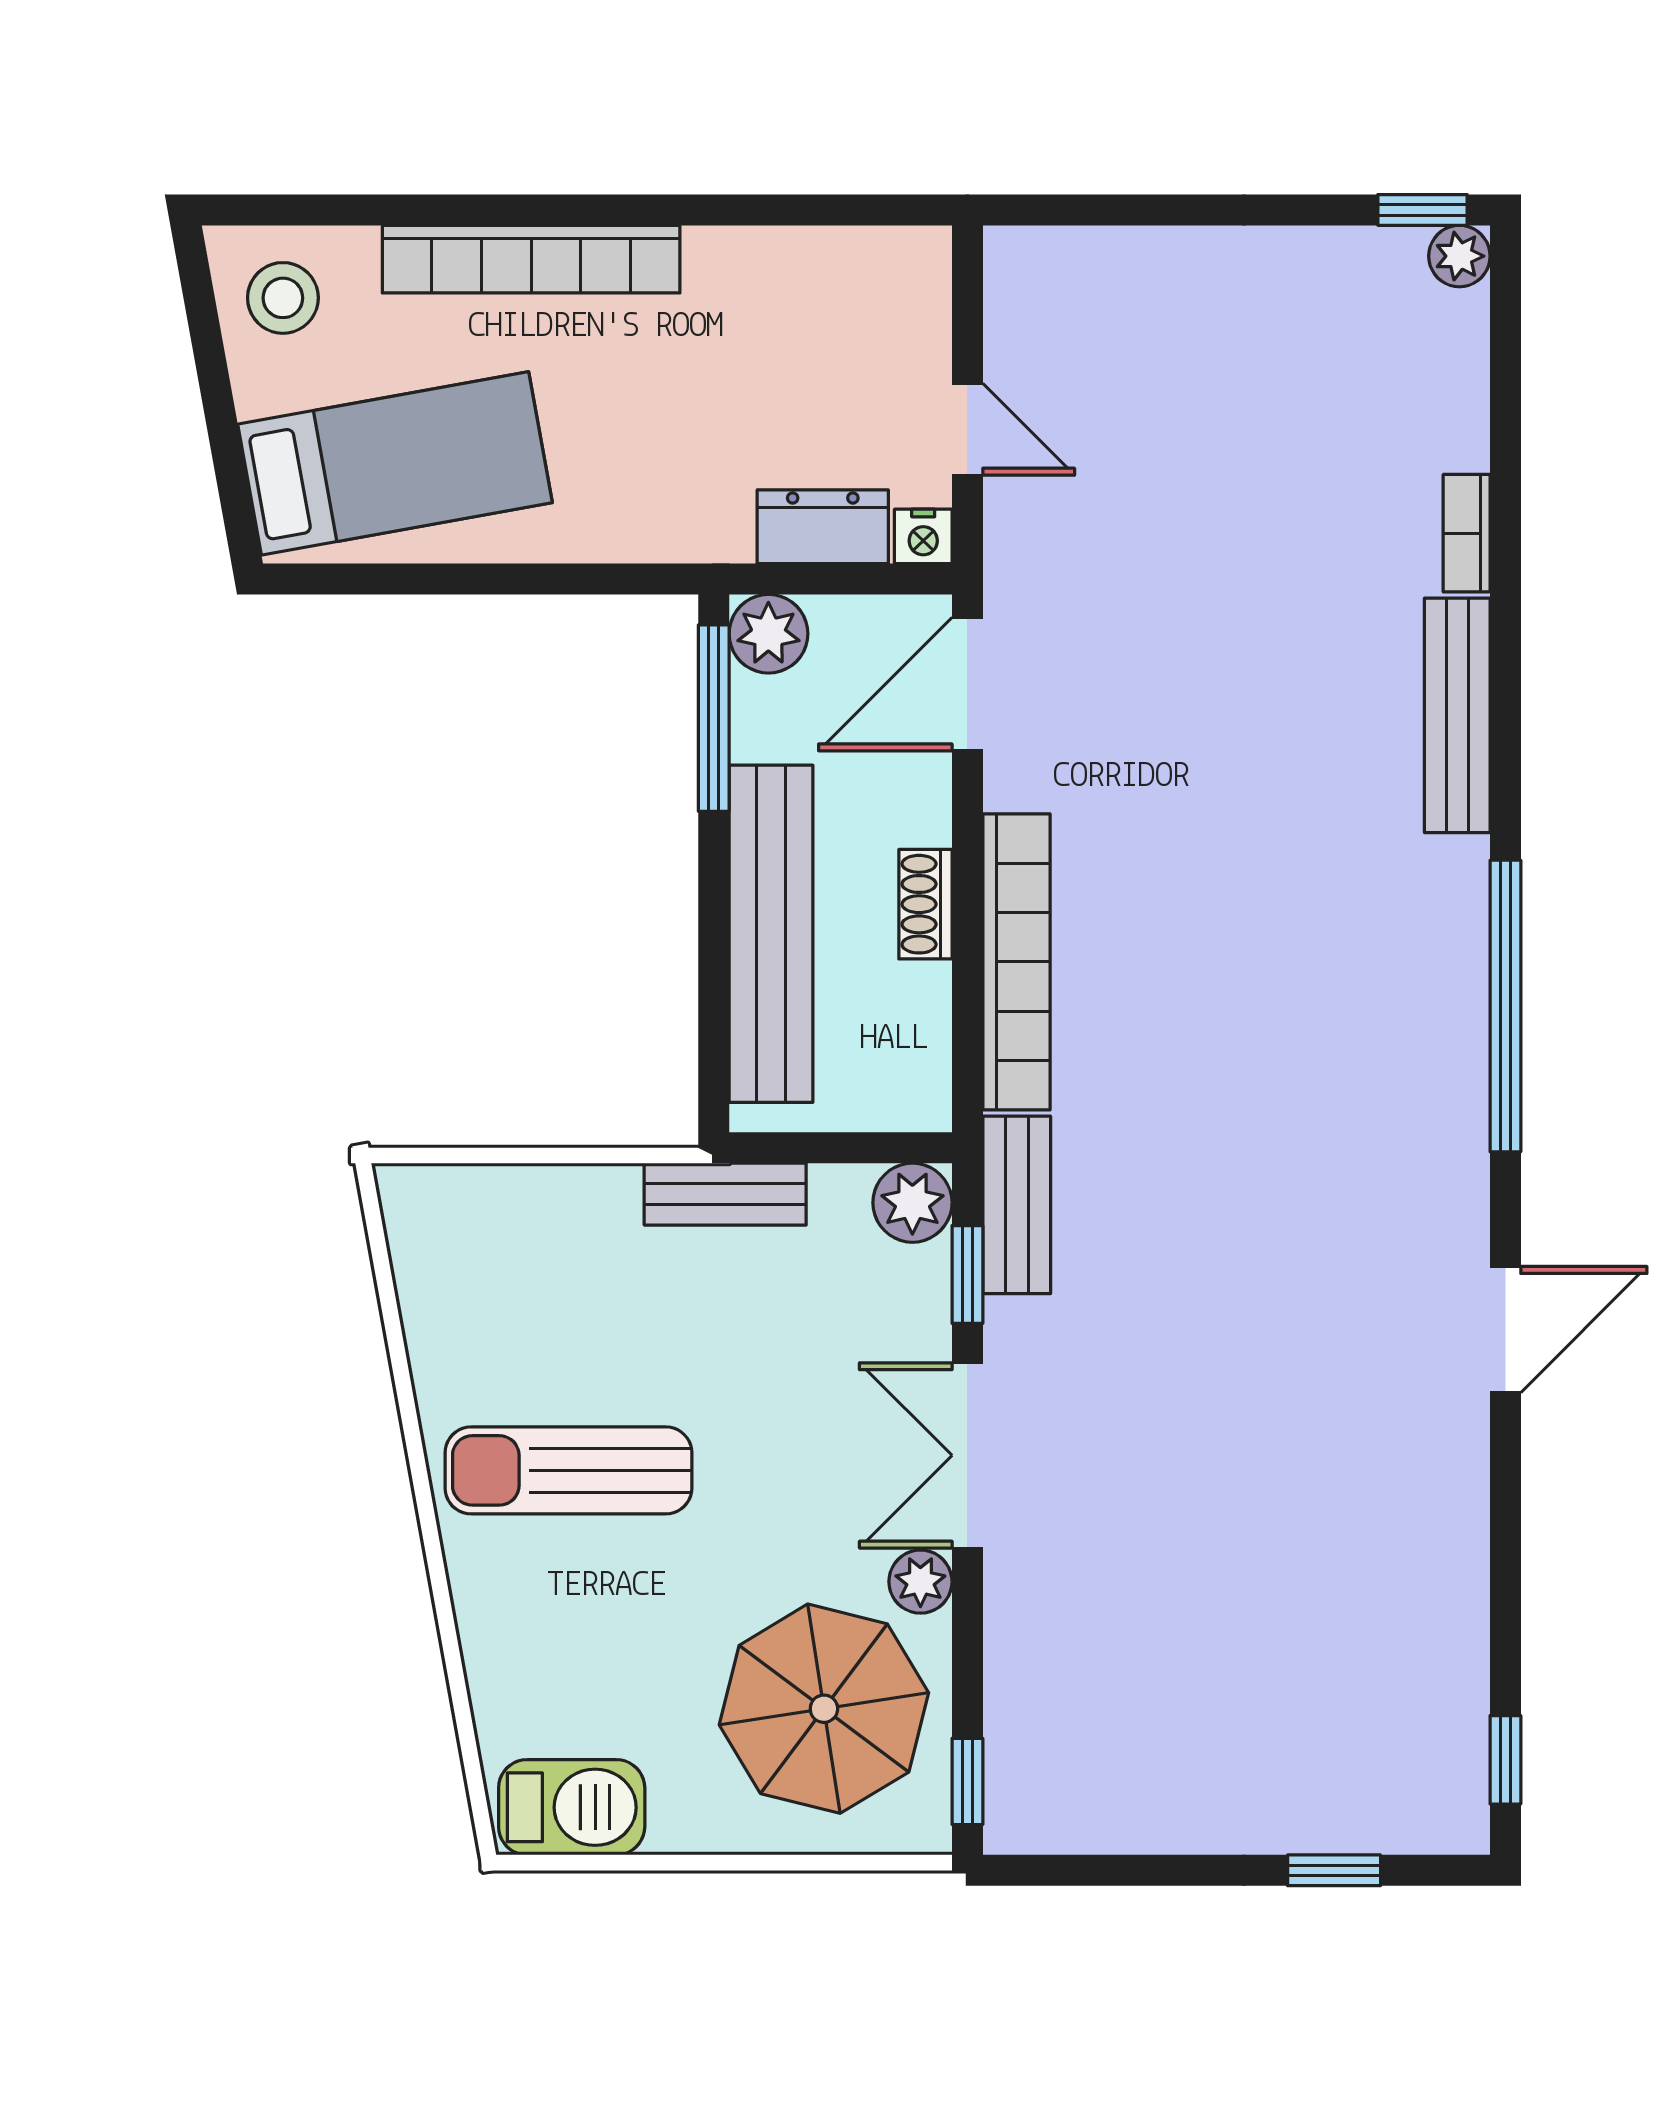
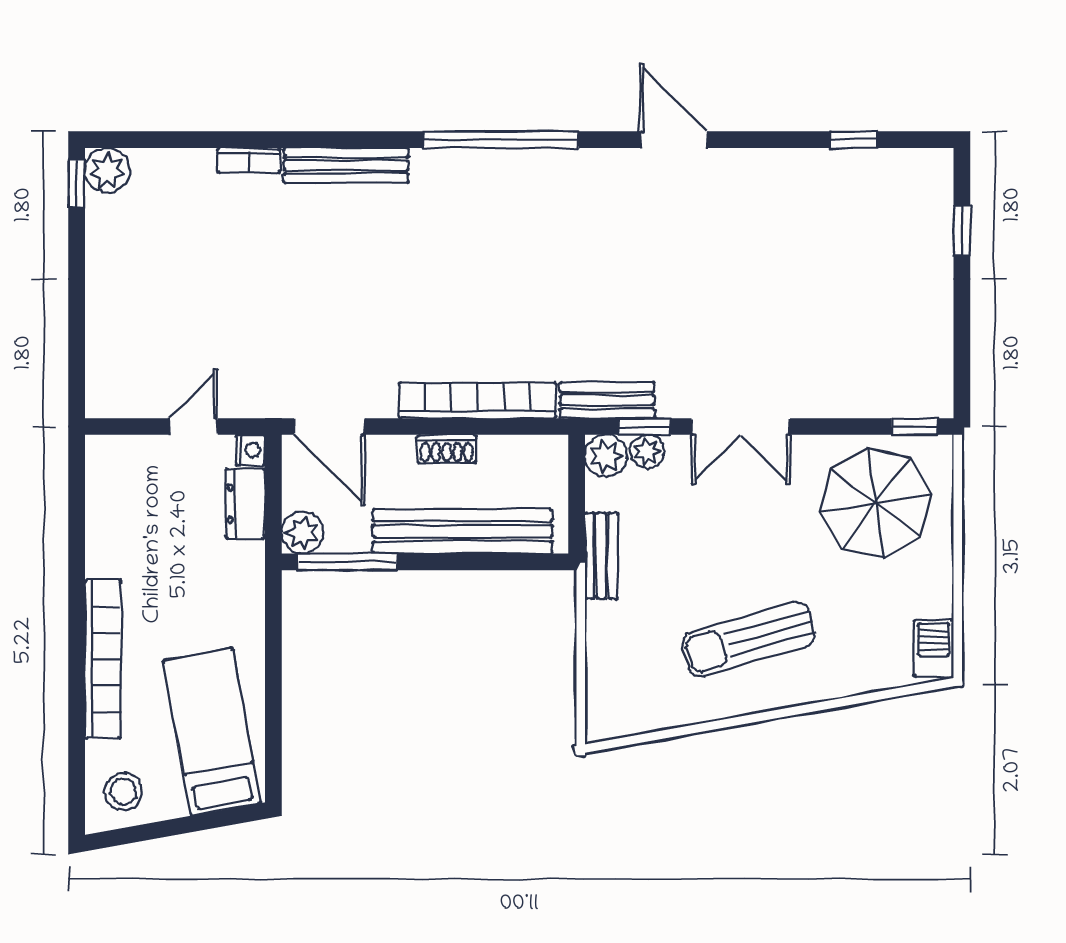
plant: (1459, 256) -> (107, 170), width x1.38, depth x1.38
sun lounger: (568, 1470) -> (749, 639), turned 74
plant: (920, 1582) -> (647, 452), moved
window: (1505, 1760) -> (854, 140), moved
barbecue: (572, 1807) -> (934, 648), width x0.73, depth x0.79

